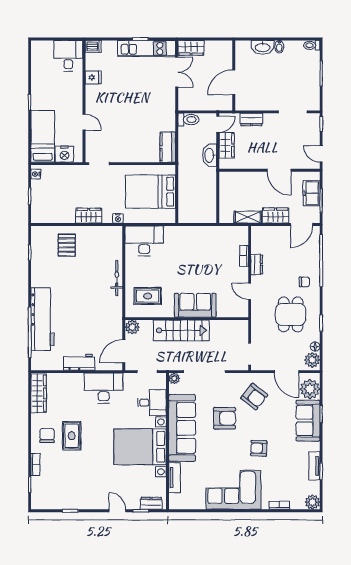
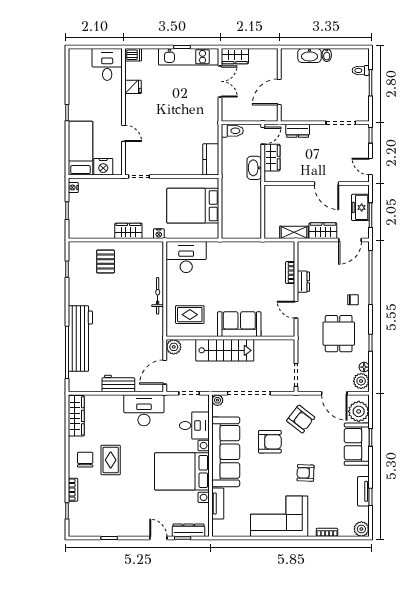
toilet: (312, 45) -> (361, 70), moved
dresser: (151, 503) -> (188, 530), width x1.44

